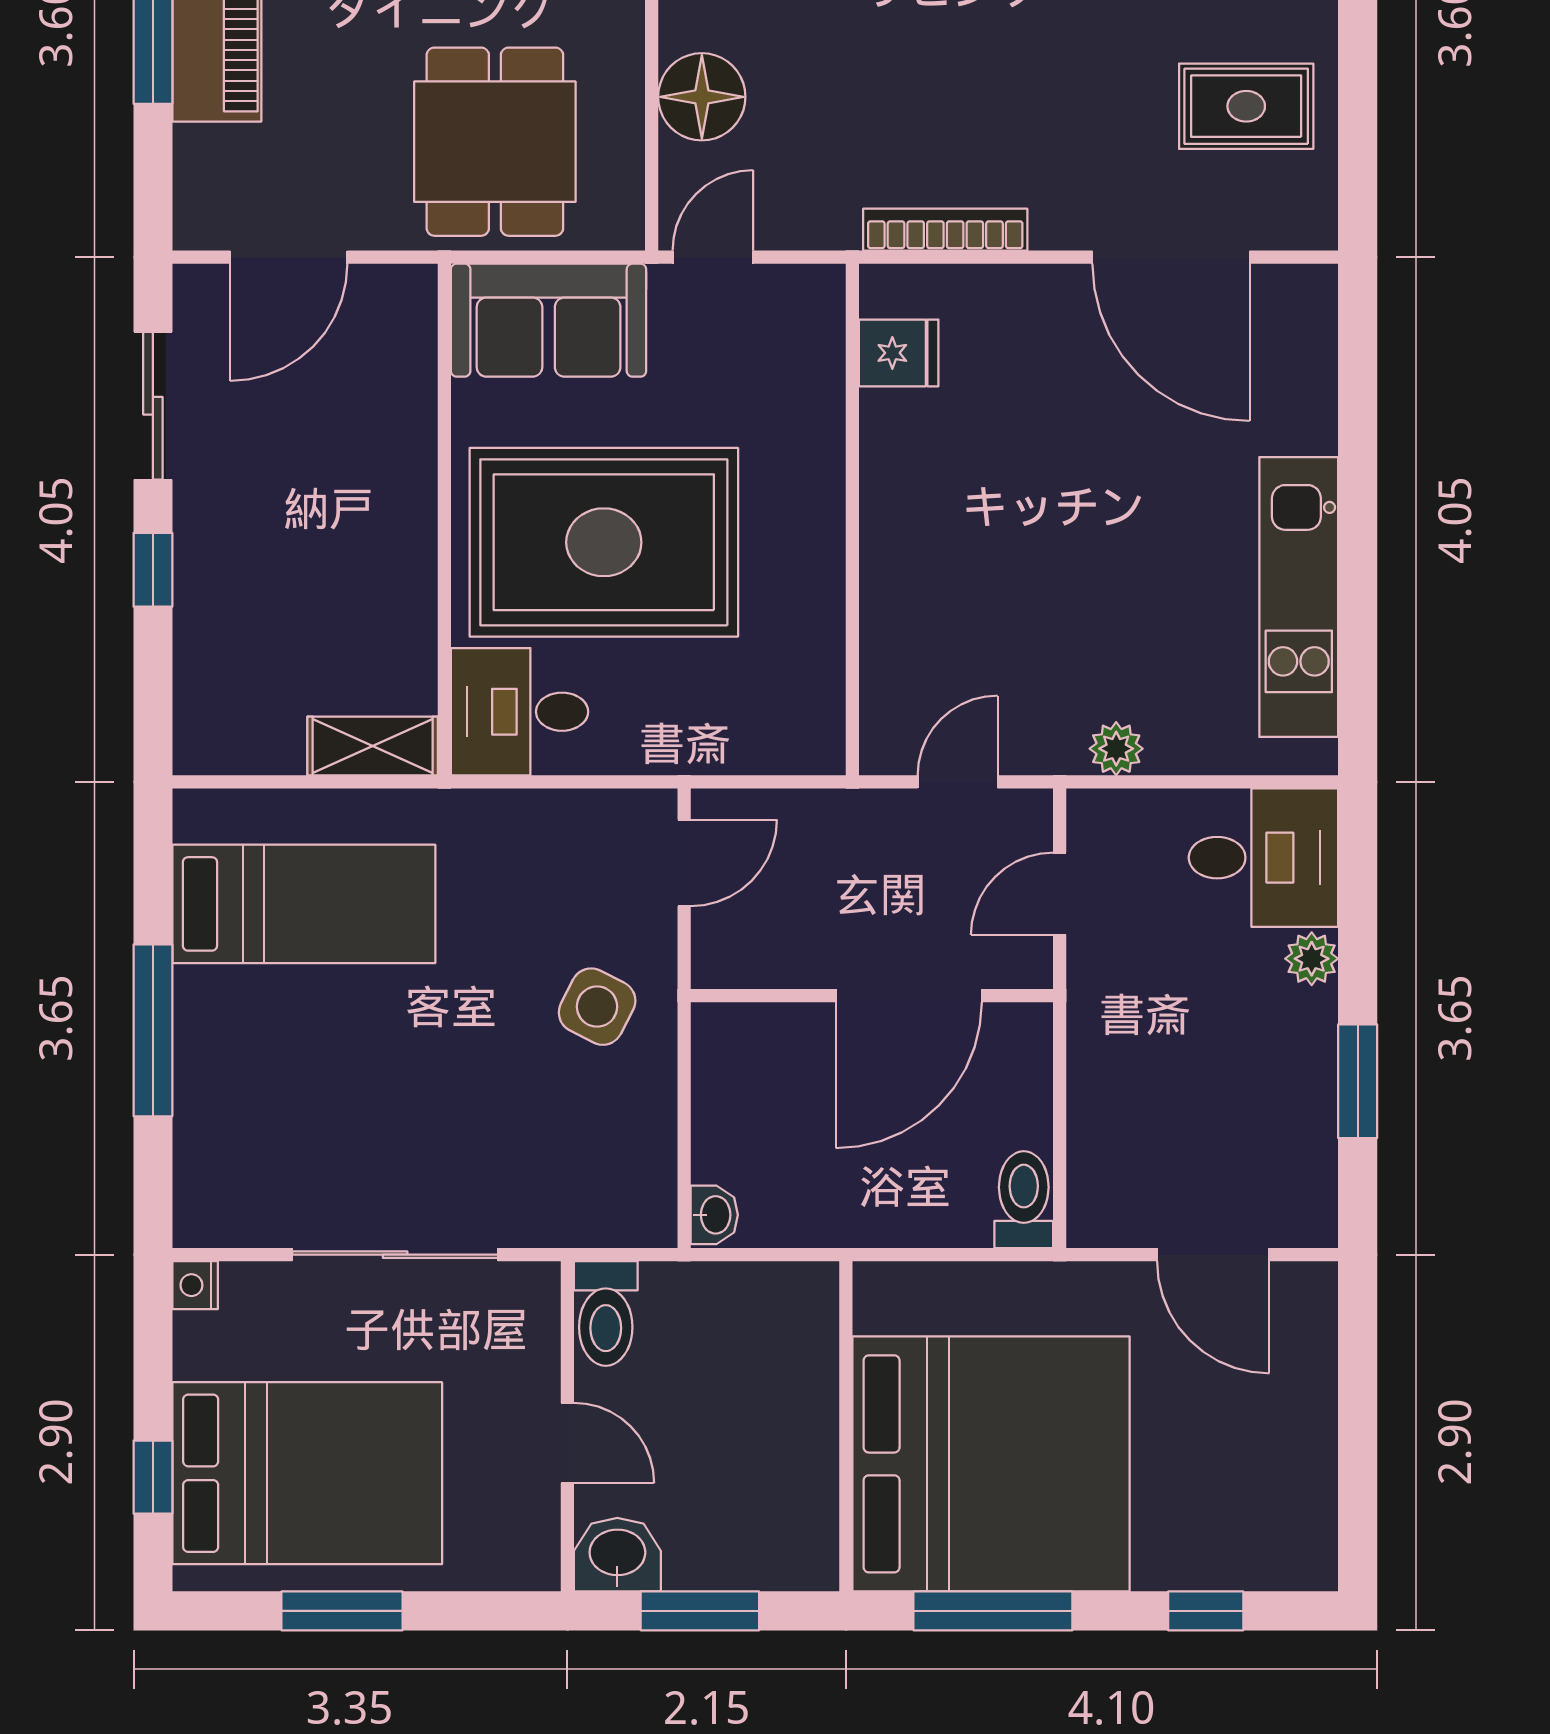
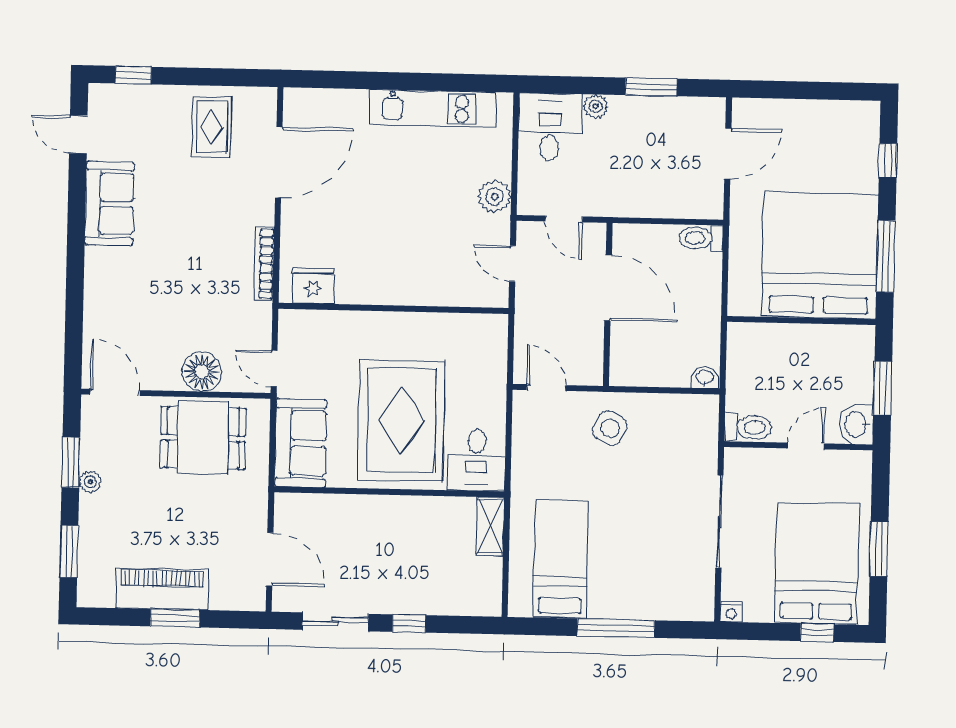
dining table: (495, 142) -> (203, 438), moved
fridge: (899, 353) -> (313, 286), width x1.38
plant: (1116, 749) -> (495, 196), width x1.38, depth x1.38

